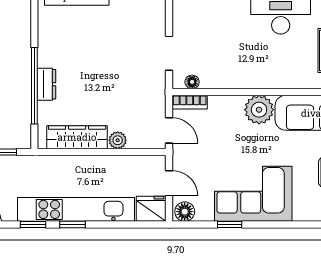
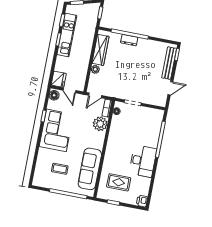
plant: (259, 110) -> (100, 124), moved
door: (169, 183) -> (69, 90), hinge flipped
kitchen unit: (76, 209) -> (67, 35), width x0.73

